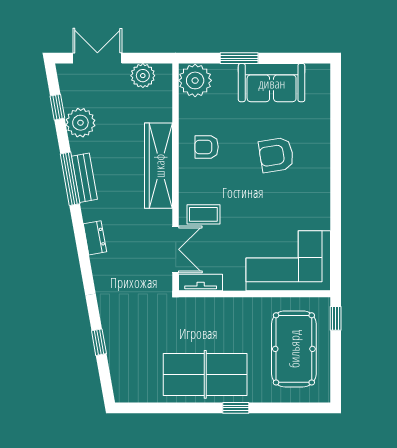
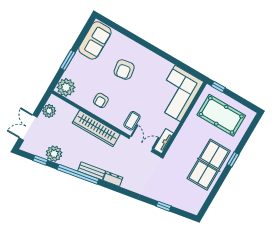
sofa: (272, 83) -> (95, 40), moved
bench: (84, 178) -> (92, 171), moved
window: (70, 179) -> (78, 174), width x1.46

